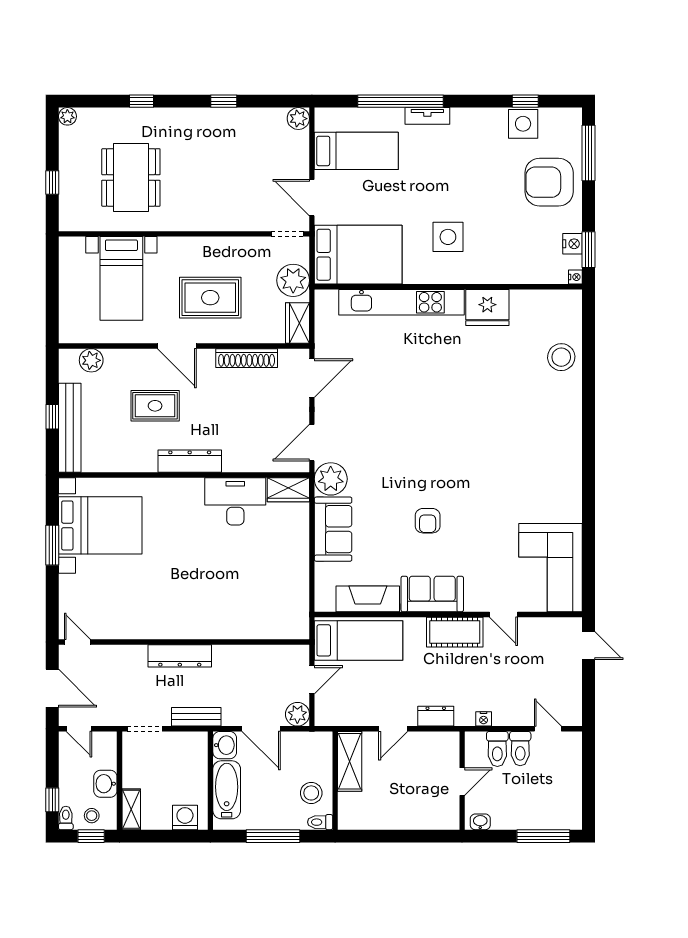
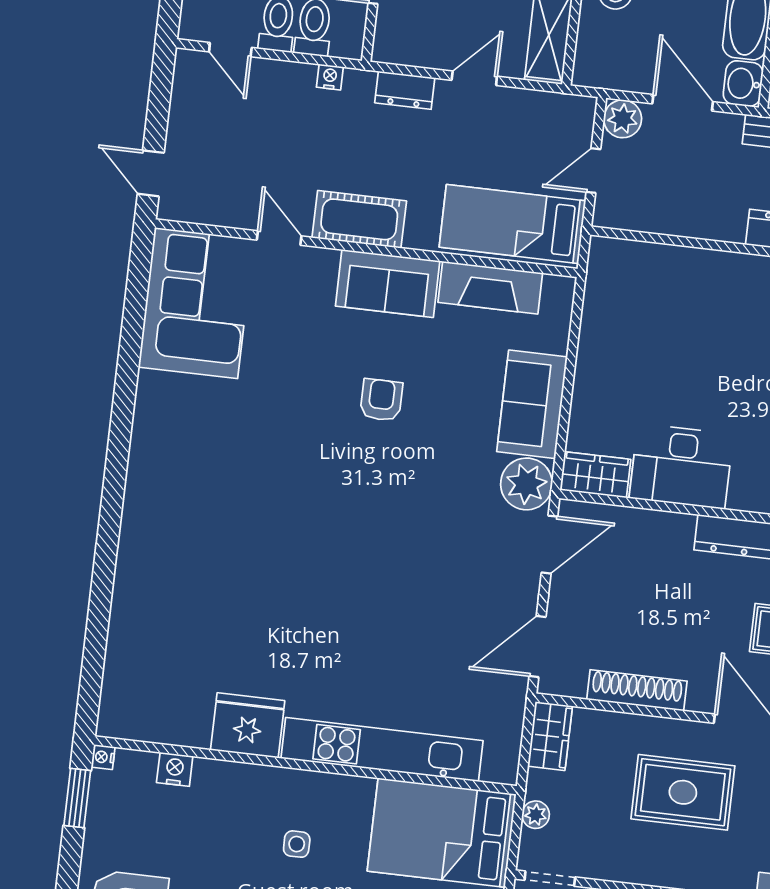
side table: (448, 237) -> (297, 844), width x0.54, depth x0.54
nightstand: (573, 244) -> (175, 769), moved, turned 90
plant: (293, 280) -> (536, 815), width x0.53, depth x0.53
stool: (561, 357) -> (140, 633), removed

